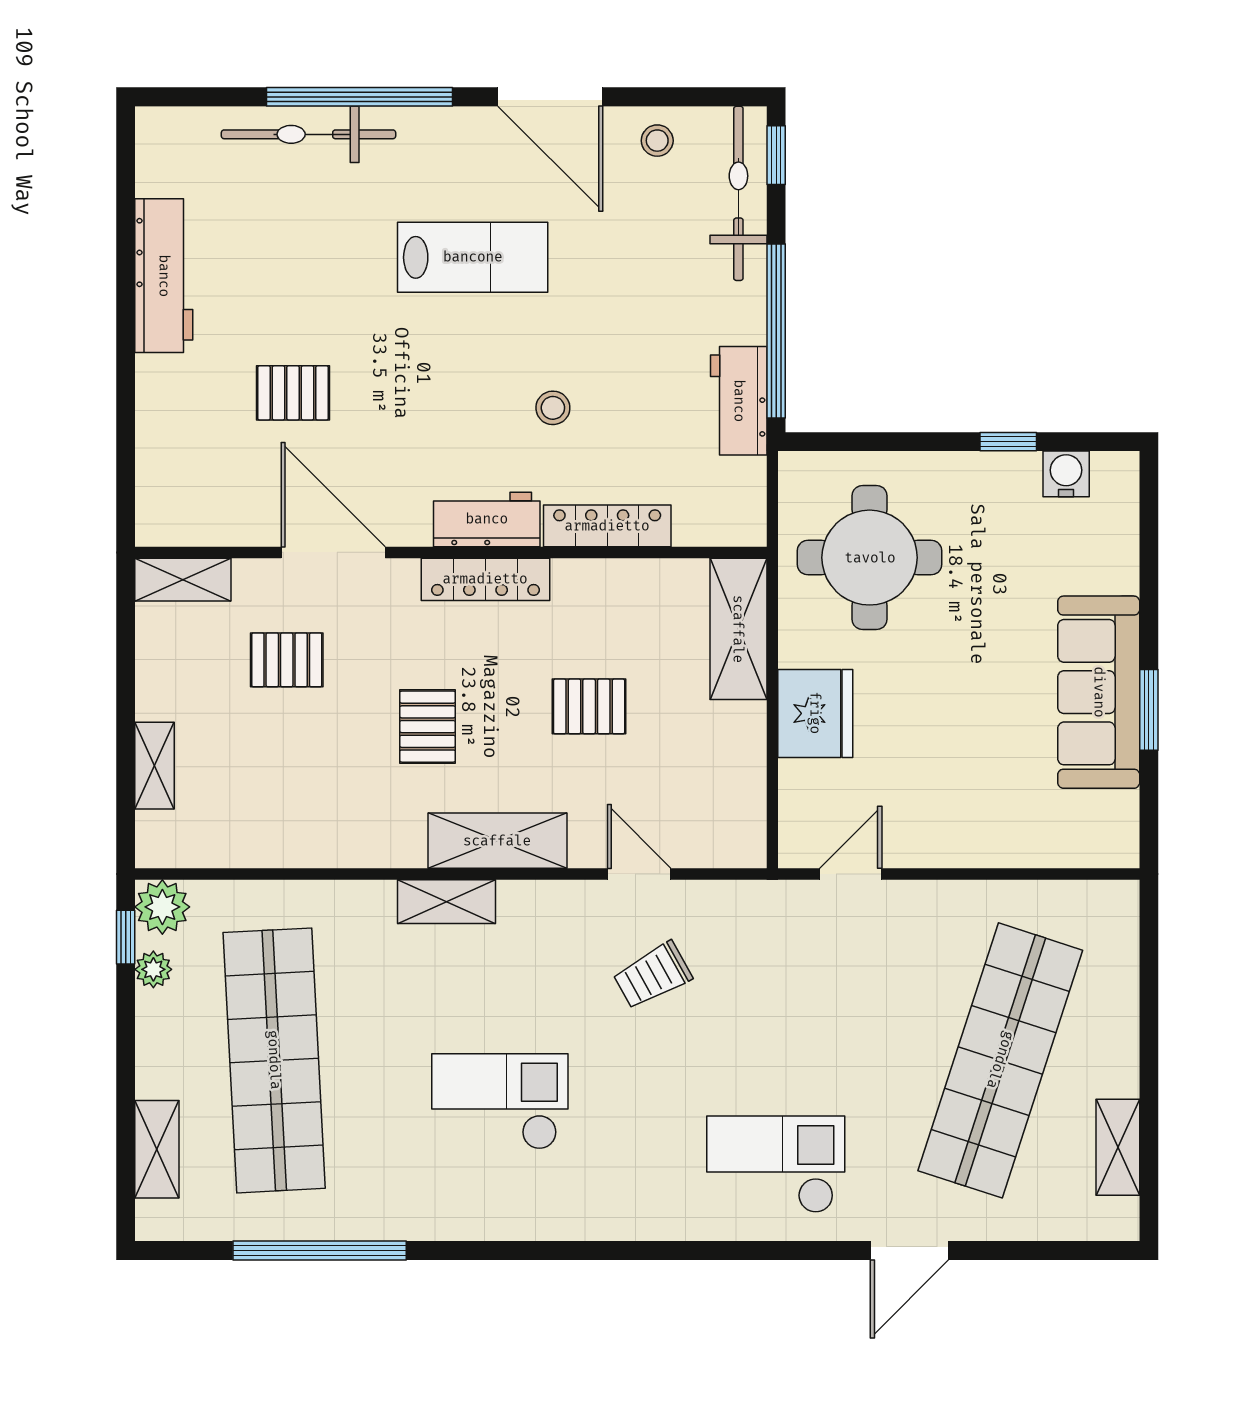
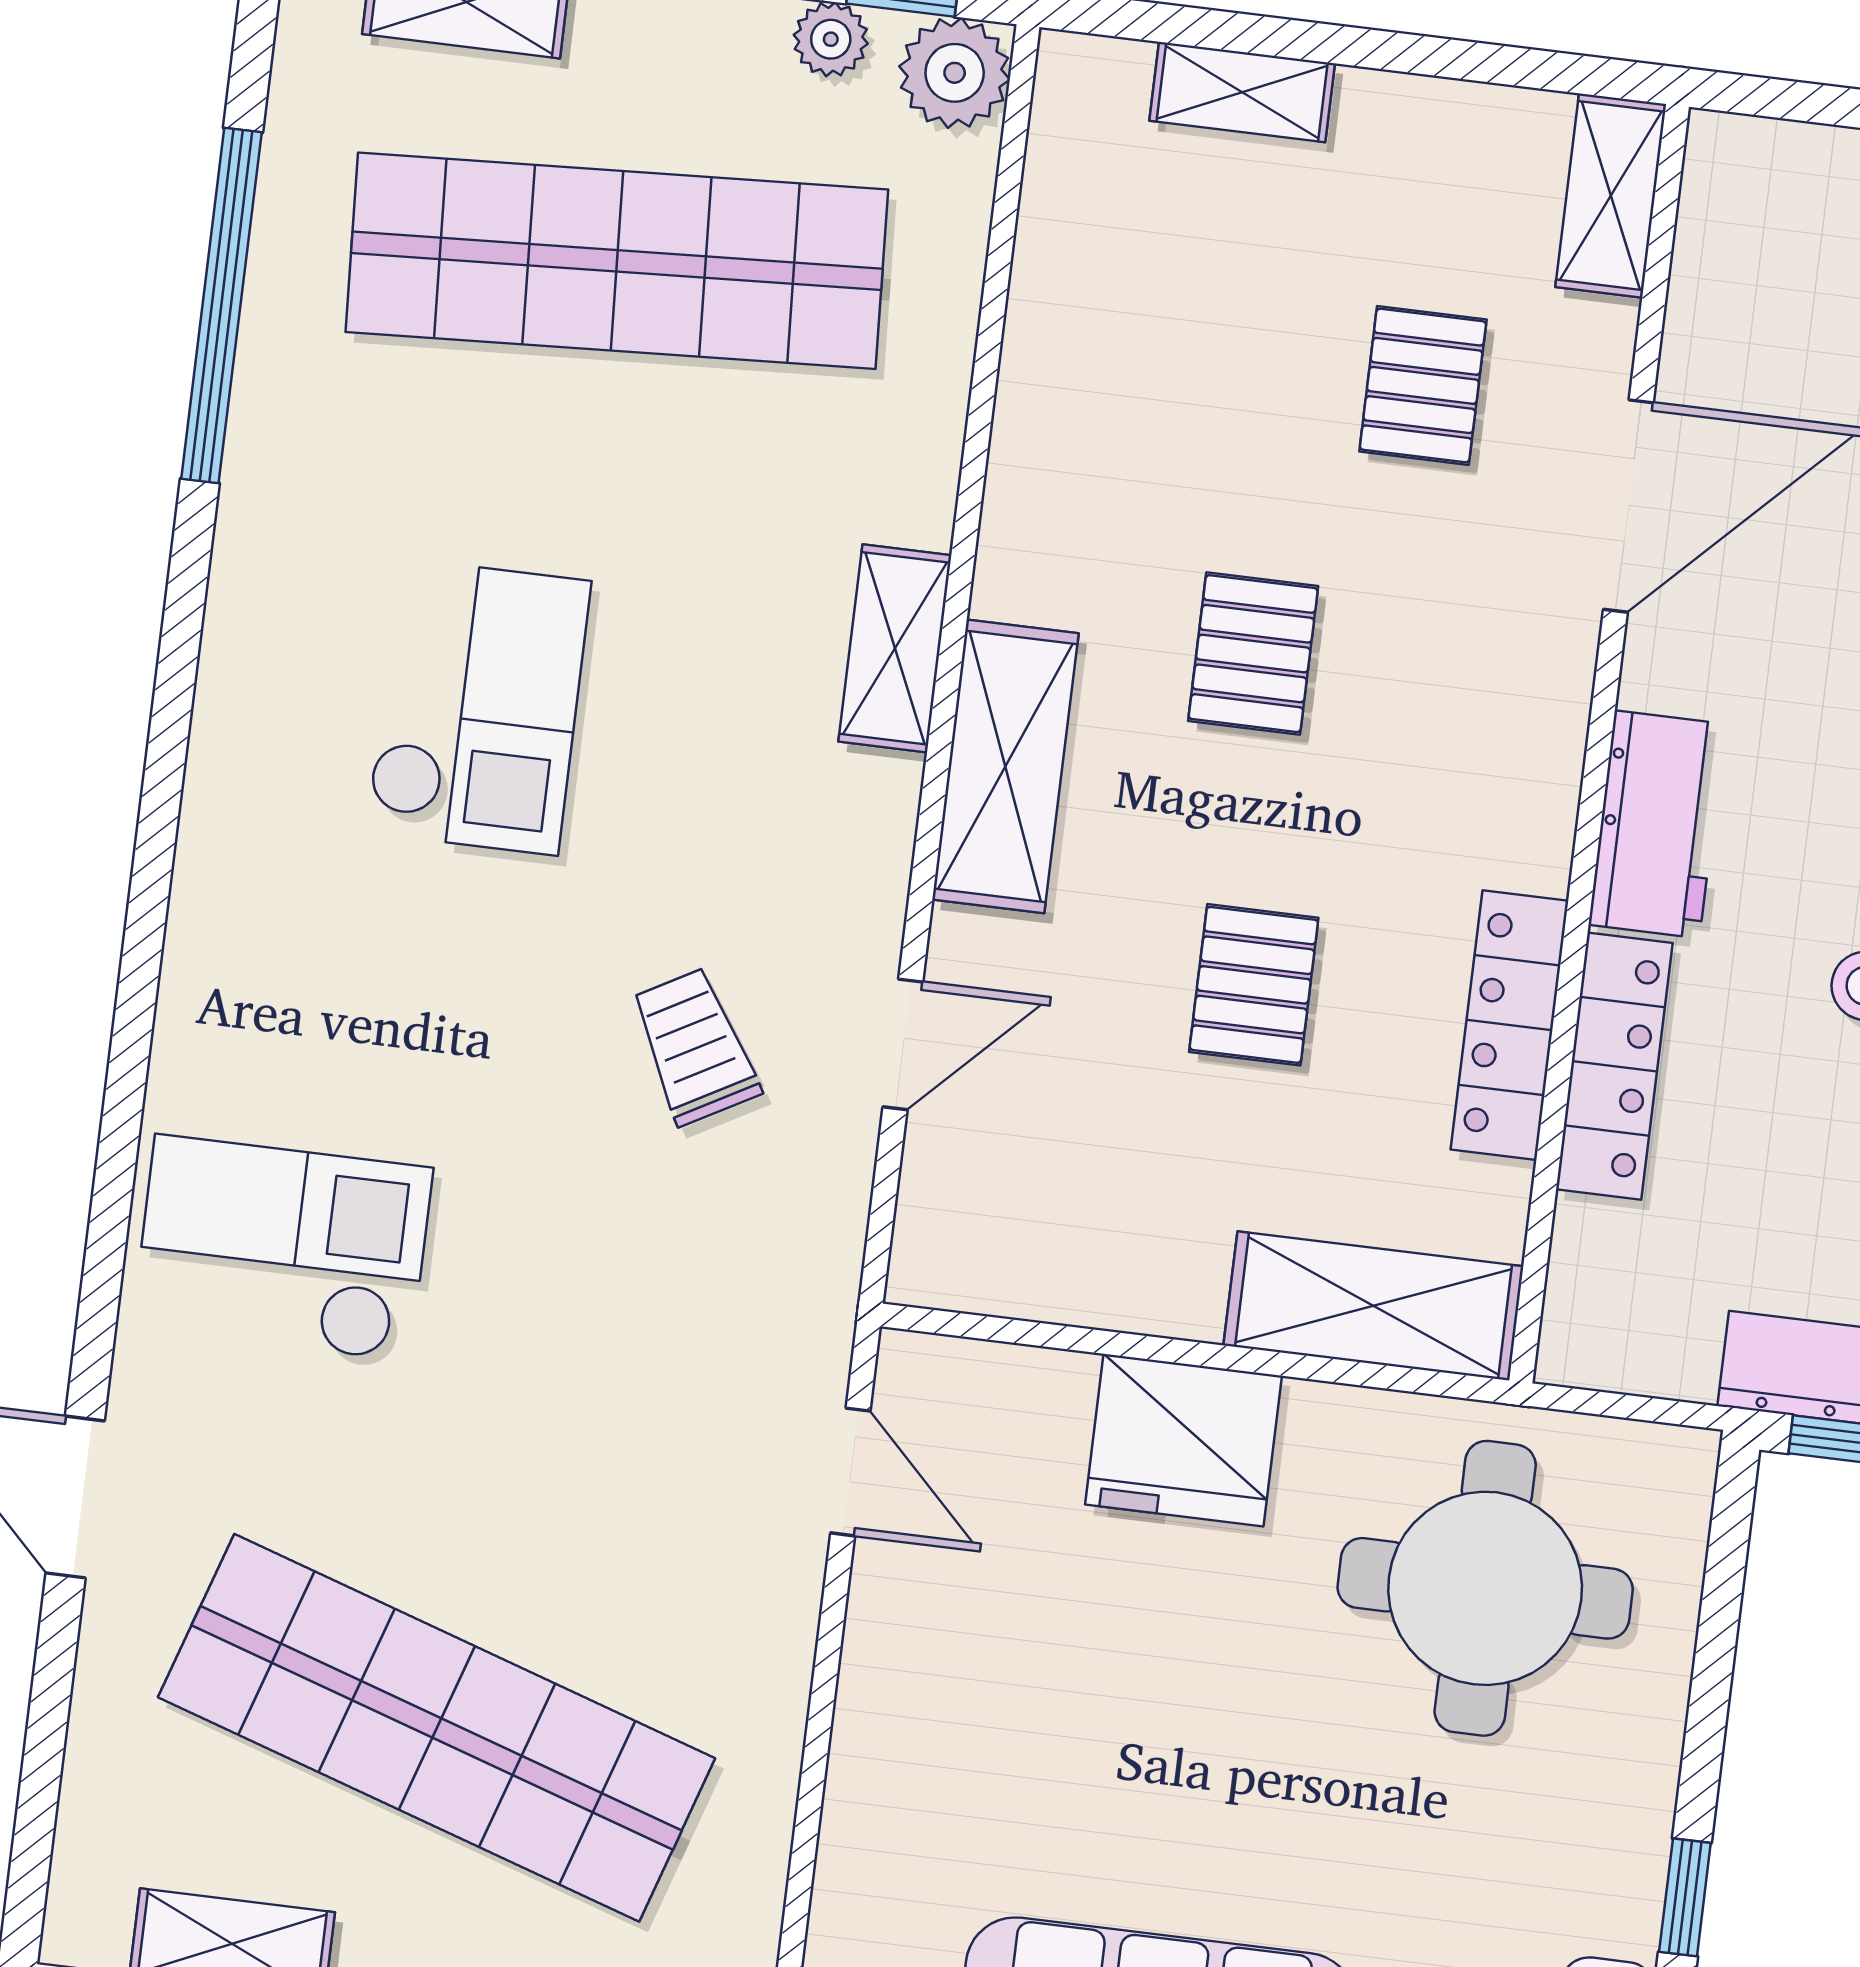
locker: (485, 579) -> (1510, 1025), moved
pallet: (428, 727) -> (1253, 654), turned 90
checkout: (776, 1164) -> (282, 1248), turned -90

